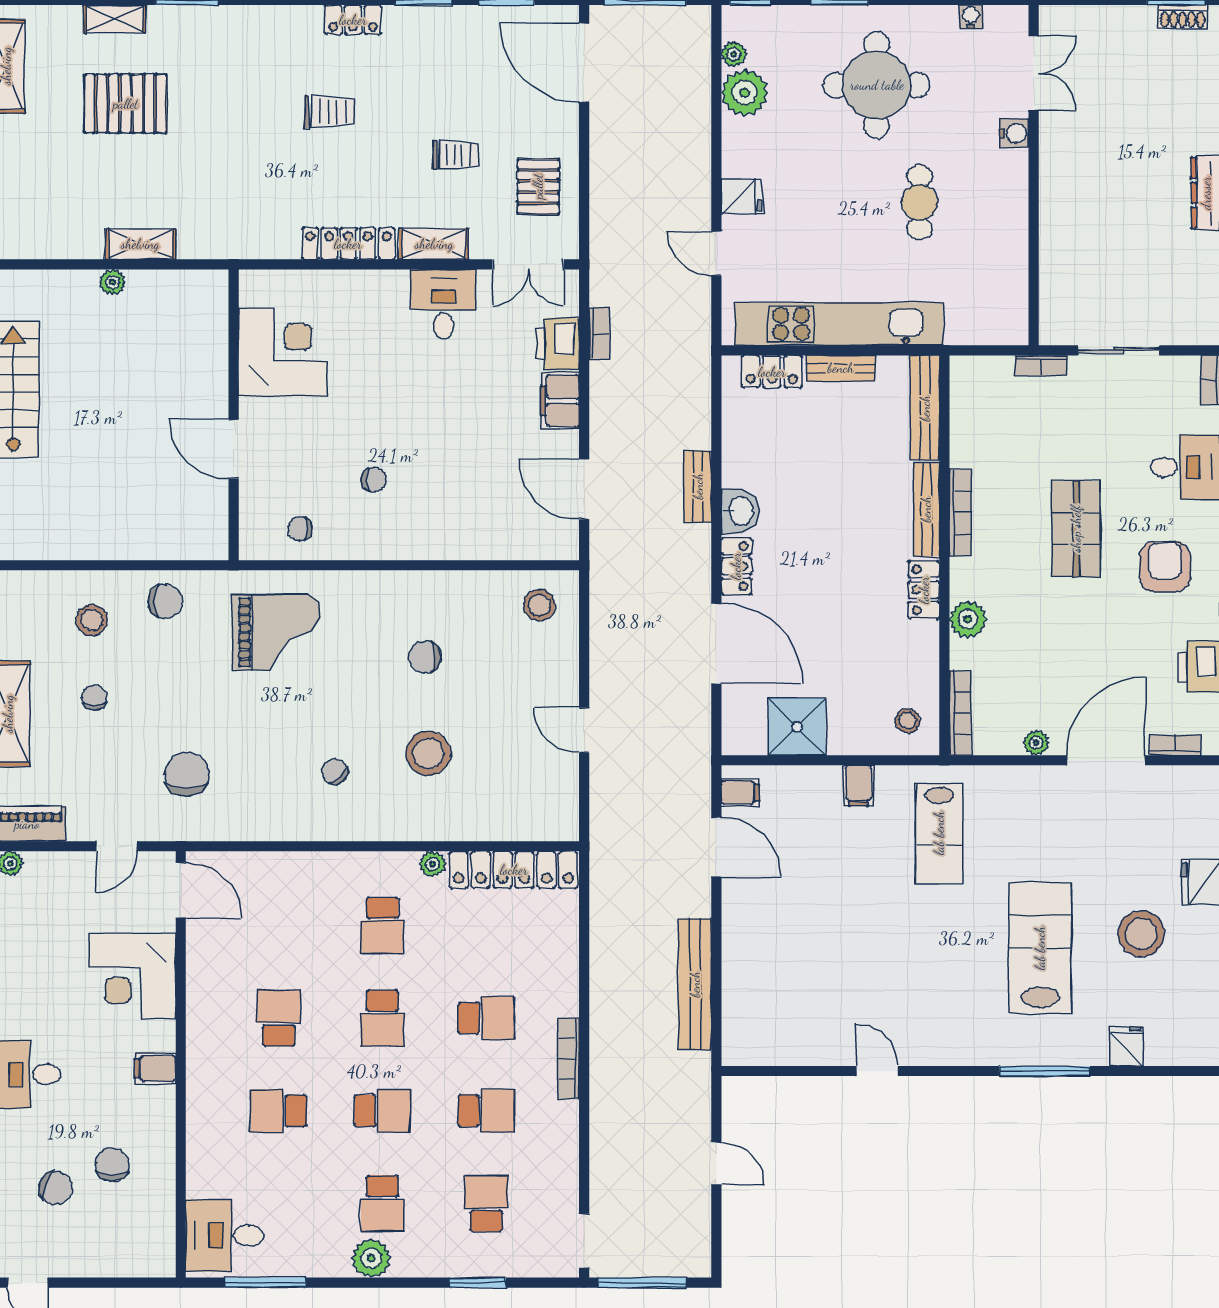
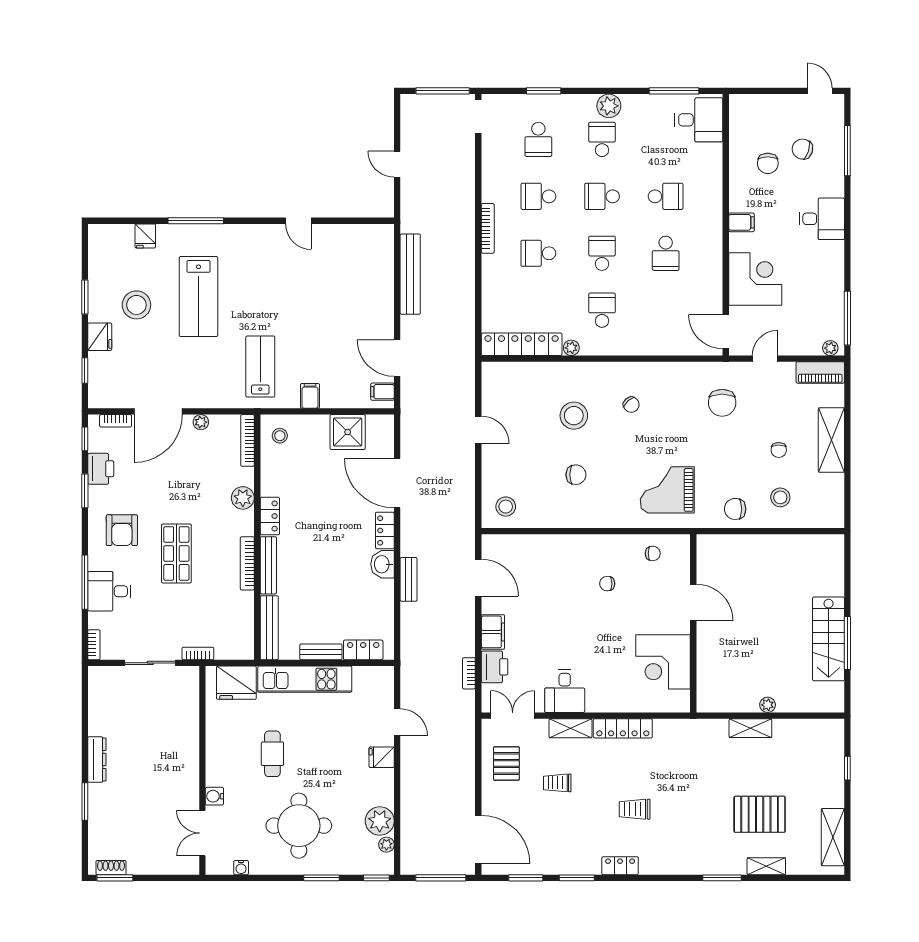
fridge: (978, 318) -> (236, 683), added
kitchen unit: (839, 324) -> (305, 679), width x0.73

